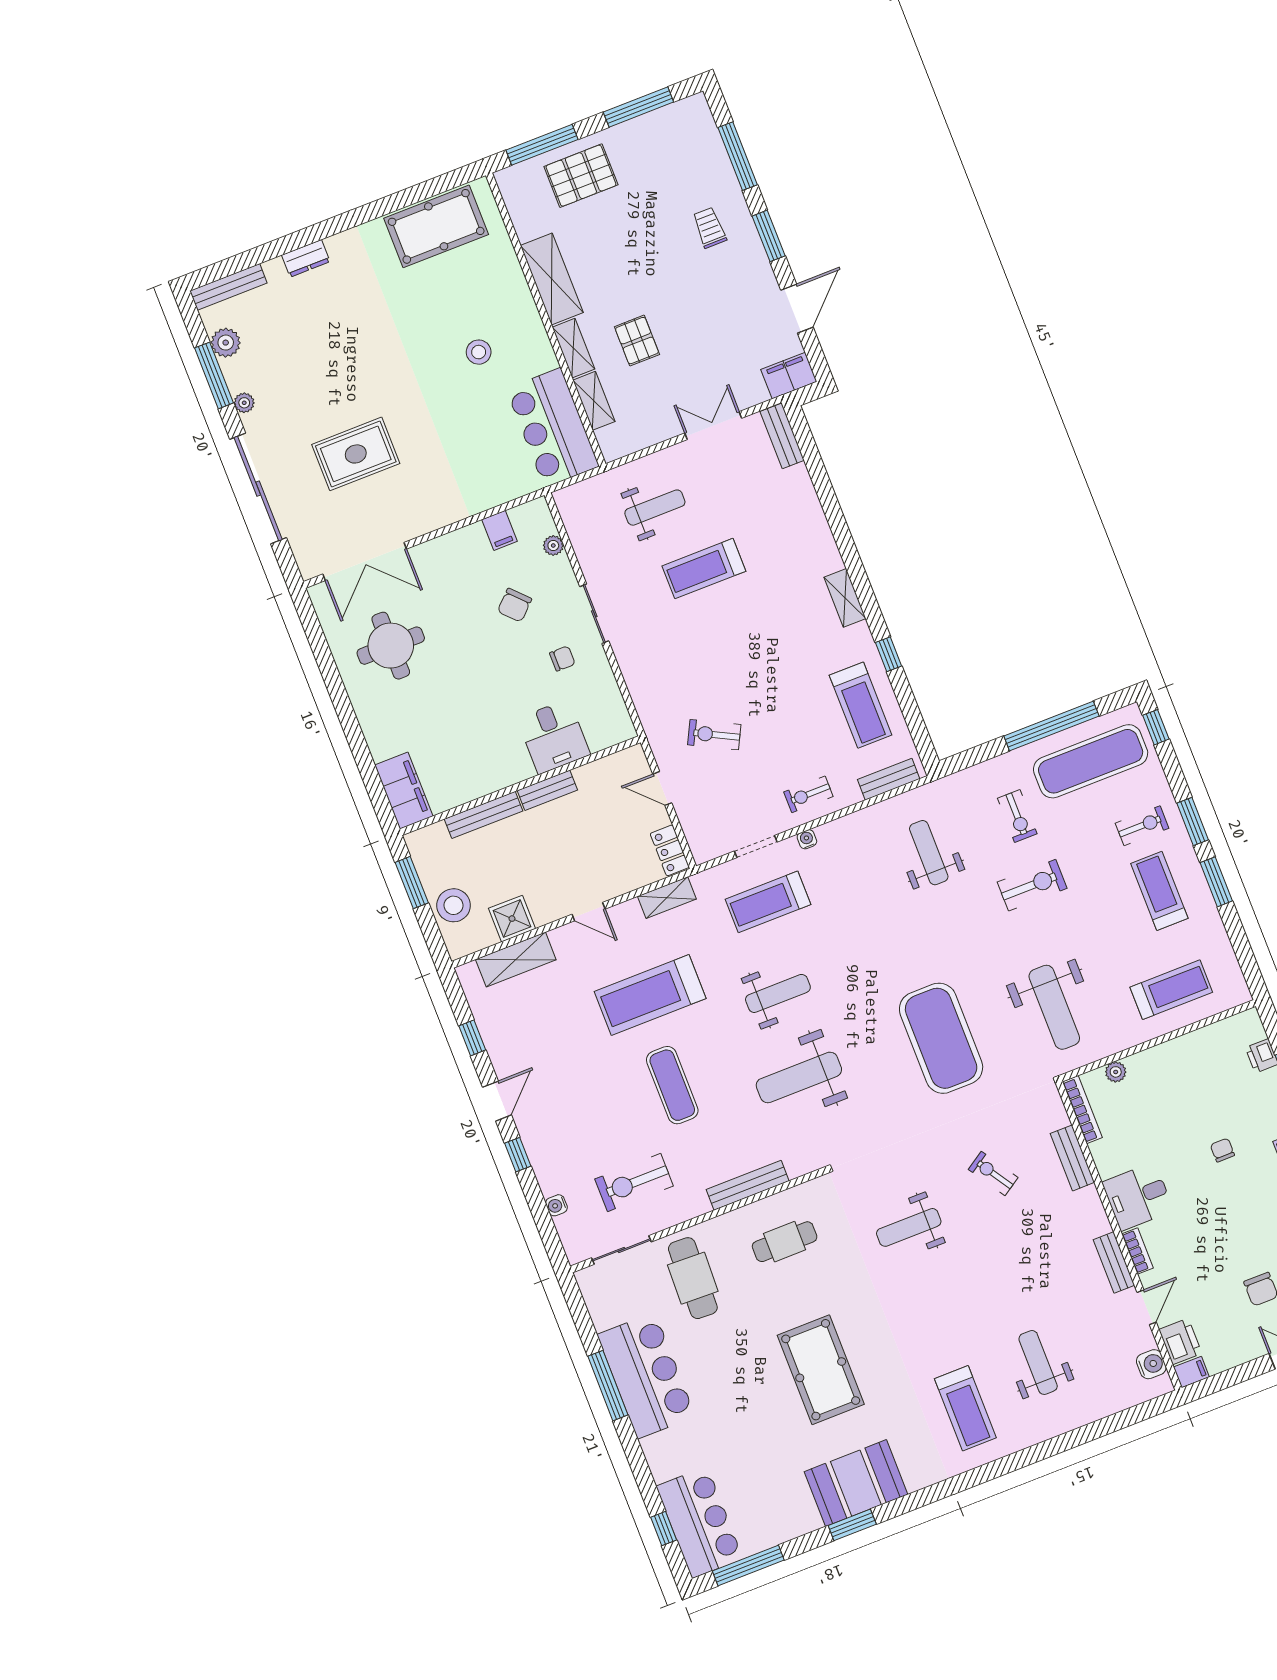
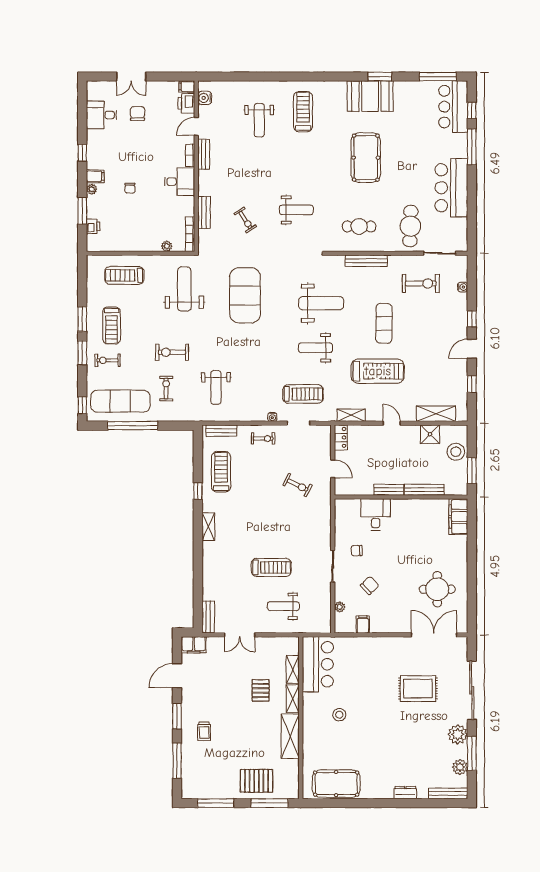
plant: (244, 403) -> (458, 734), width x1.88, depth x1.88
window: (608, 1386) -> (472, 147), moved

